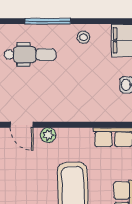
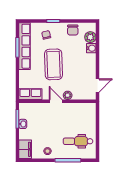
door: (22, 125) -> (56, 101), moved

